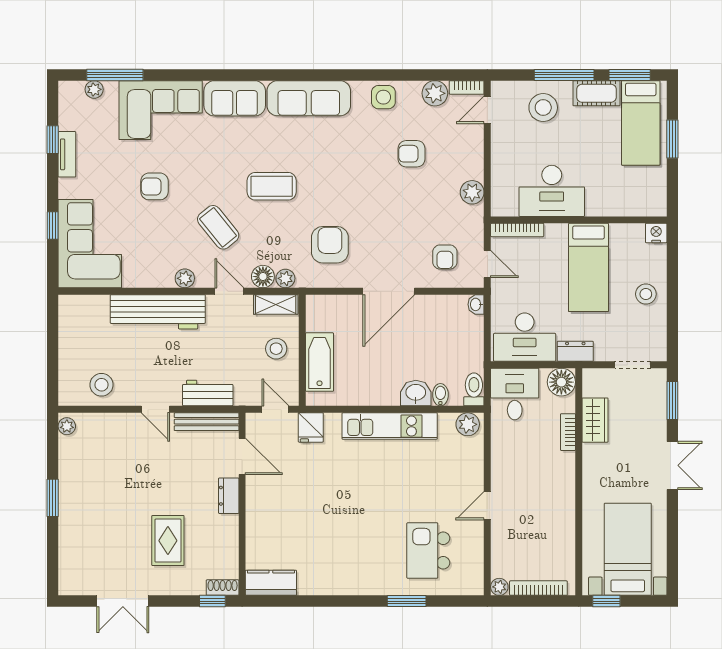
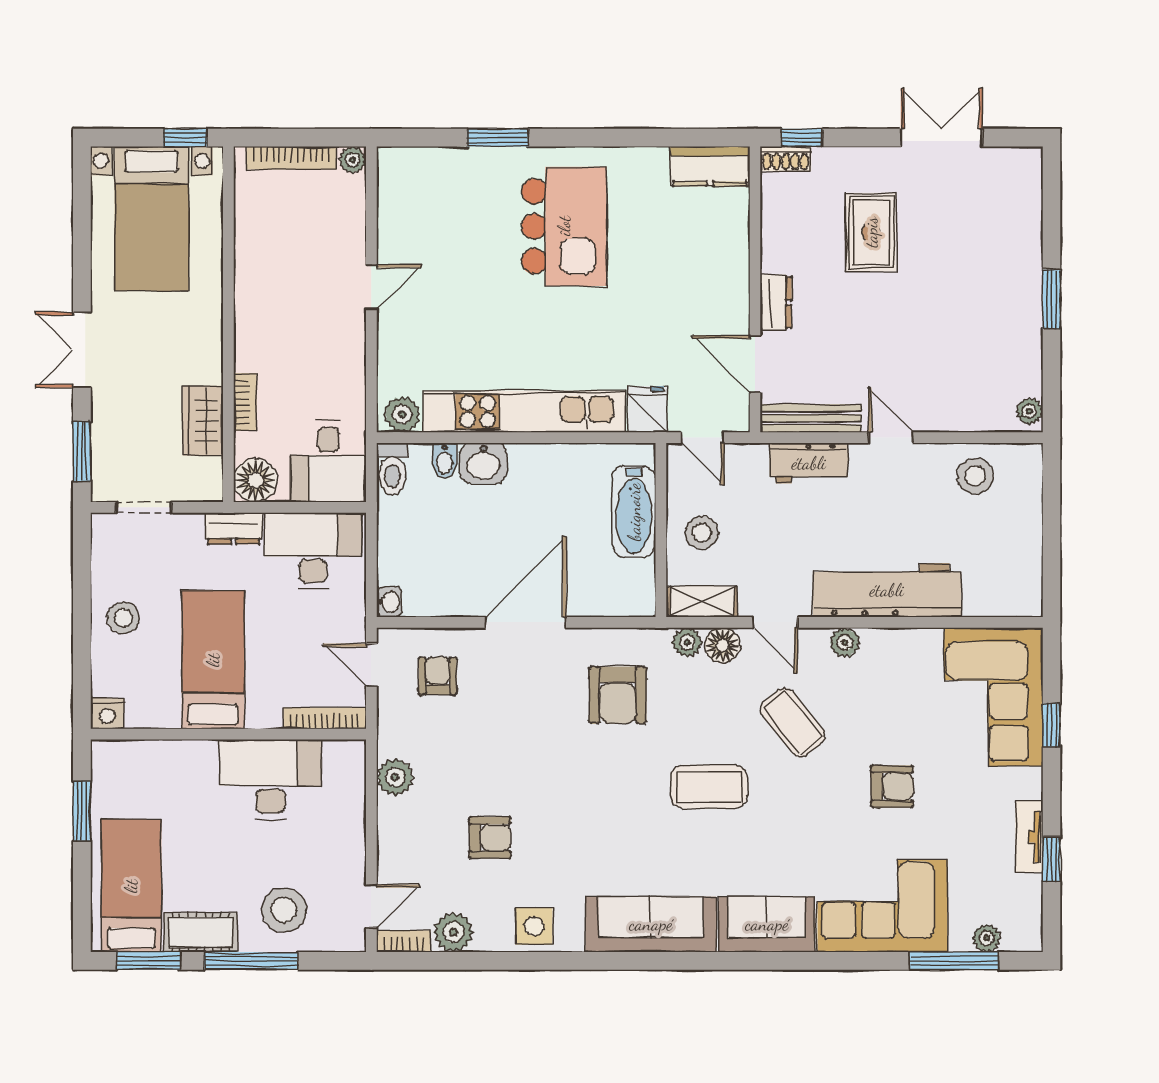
window: (672, 139) -> (82, 811), moved
kitchen unit: (390, 426) -> (524, 411), width x1.36
kitchen island: (428, 551) -> (564, 226), moved, width x1.37, depth x1.28

